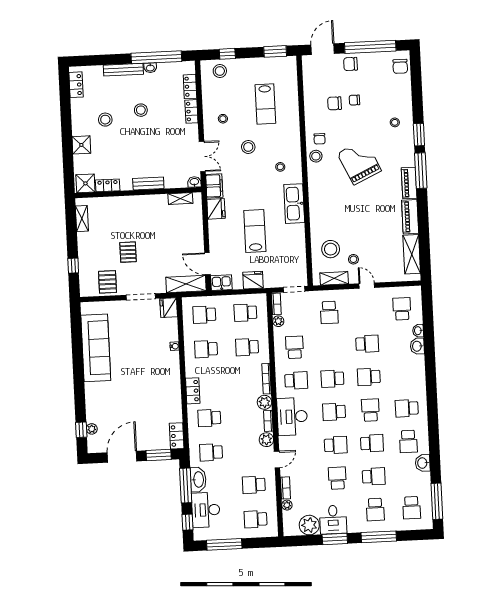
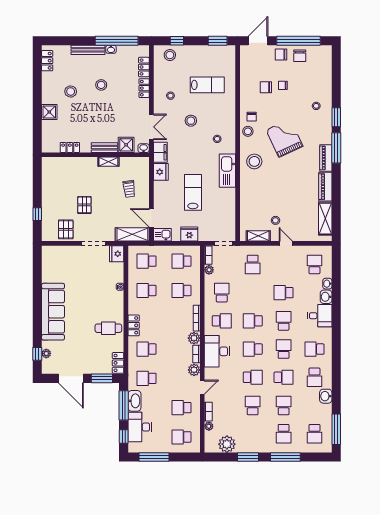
chair: (400, 66) -> (300, 56), moved
lab bench: (265, 104) -> (207, 85), turned -90
shower: (85, 183) -> (126, 145), moved
shelving: (180, 199) -> (108, 162), moved
shelving: (82, 219) -> (47, 175), removed
trolley: (180, 231) -> (129, 189), added
stool: (331, 249) -> (254, 161), moved
school desk: (367, 344) -> (284, 293), turned 180
sofa: (96, 348) -> (53, 312), moved
school desk: (369, 377) -> (284, 321), turned 90
cafe table: (163, 396) -> (108, 328), added
door: (122, 457) -> (71, 378), swing flipped
school desk: (374, 476) -> (284, 405), turned -90
desk: (333, 520) -> (320, 316), moved, turned -90

